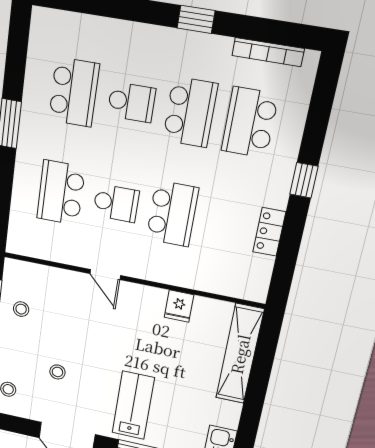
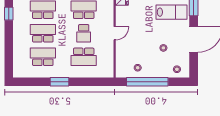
school desk: (131, 102) -> (43, 33), width x1.85
school desk: (116, 203) -> (84, 33), turned 180
lab bench: (133, 405) -> (172, 12), turned 180

